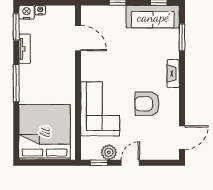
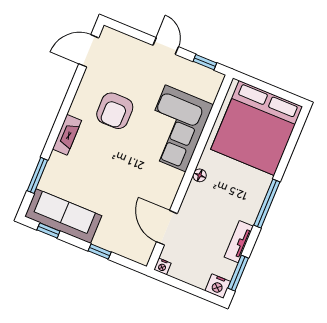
nightstand: (40, 10) -> (162, 266), moved
floor lamp: (70, 83) -> (200, 175), added
armchair: (147, 104) -> (115, 111), turned 90
plant: (109, 152) -> (187, 70), removed
door: (130, 163) -> (166, 46), swing flipped

